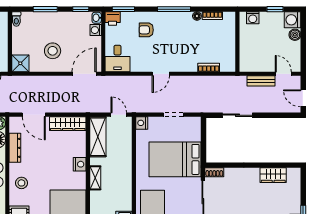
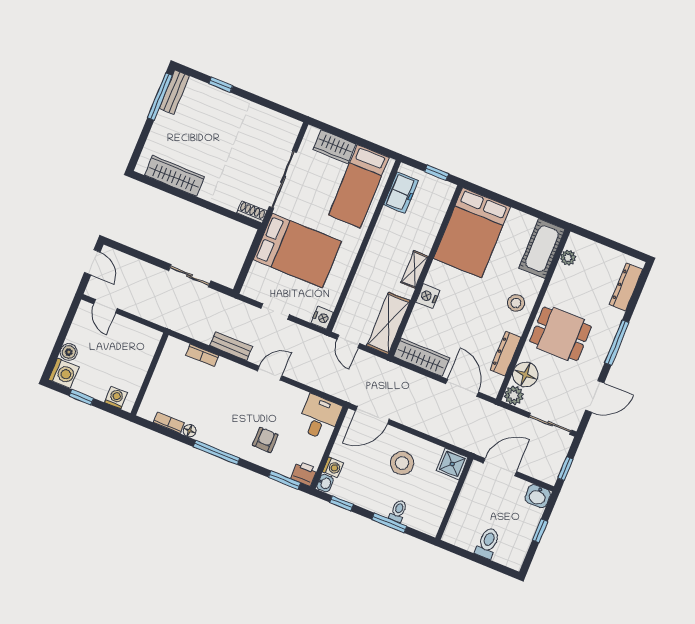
toilet: (16, 19) -> (398, 511), moved
armchair: (146, 30) -> (265, 440), turned -90
bench: (261, 81) -> (231, 346), moved
wardrobe: (273, 175) -> (175, 176), width x1.50

